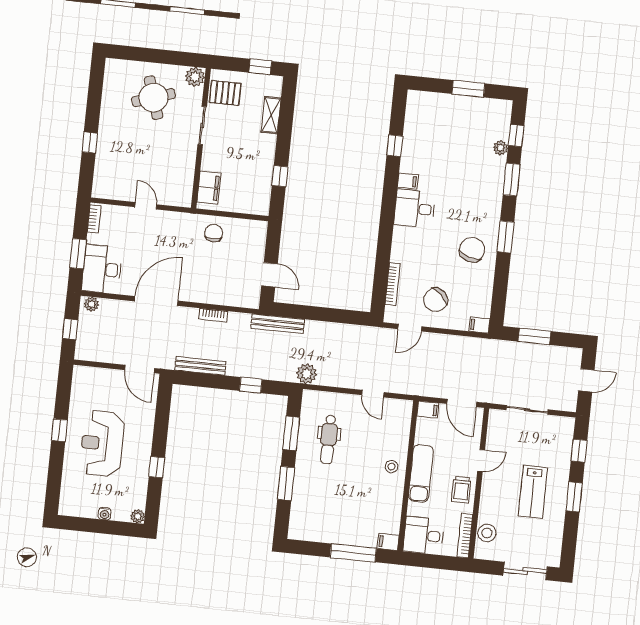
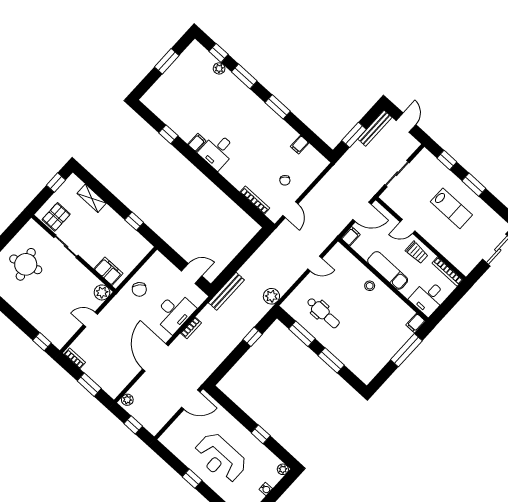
plant: (195, 77) -> (102, 292), moved
window: (90, 143) -> (42, 342), moved
chair: (214, 233) -> (139, 289), turned -138
chair: (472, 250) -> (270, 134), removed
desk: (102, 269) -> (174, 312), moved, turned -90
chair: (436, 300) -> (285, 180), width x0.54, depth x0.54
filing cabinet: (479, 325) -> (300, 145), moved
bench: (200, 366) -> (375, 128), moved
door: (481, 461) -> (408, 226), swing flipped
stool: (487, 533) -> (456, 256), removed

